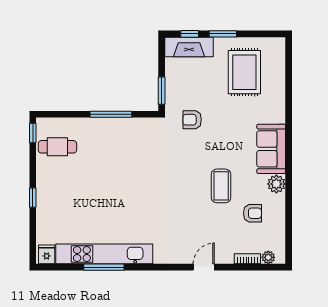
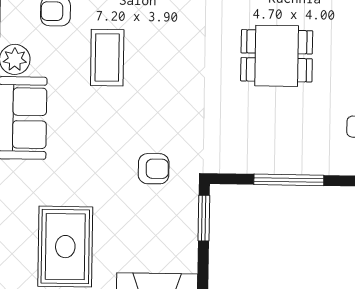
dining table: (119, 189) -> (277, 56), added

